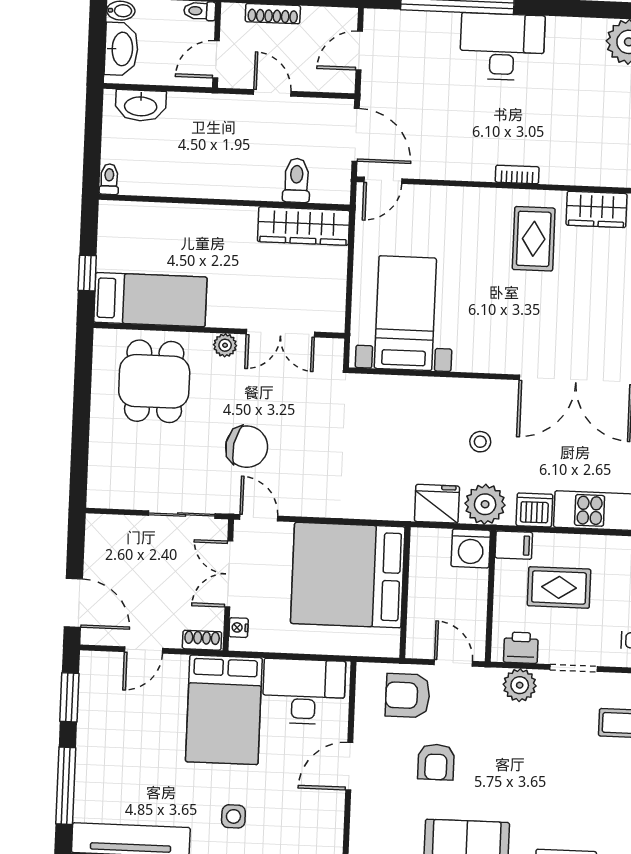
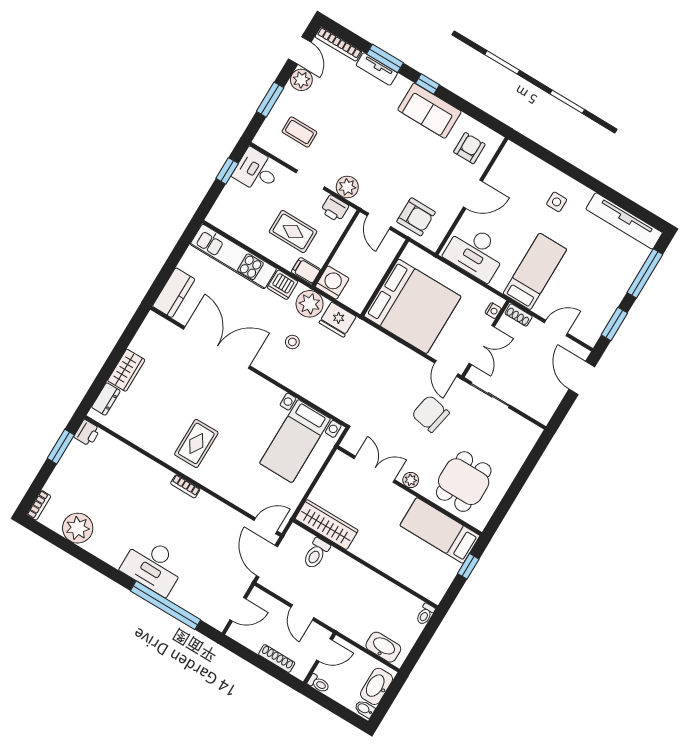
wardrobe: (596, 209) -> (150, 441), removed
bed: (224, 710) -> (535, 271), width x0.67
armchair: (436, 762) -> (469, 148), moved

